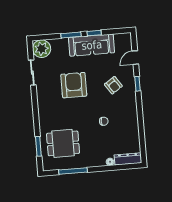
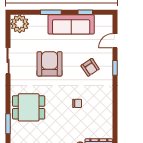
window: (94, 33) -> (85, 12), moved
sliding door: (32, 73) -> (8, 61), moved
dining table: (63, 143) -> (29, 107), moved

